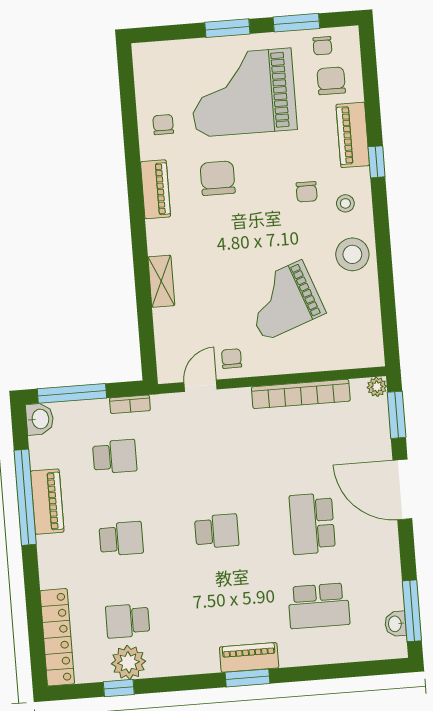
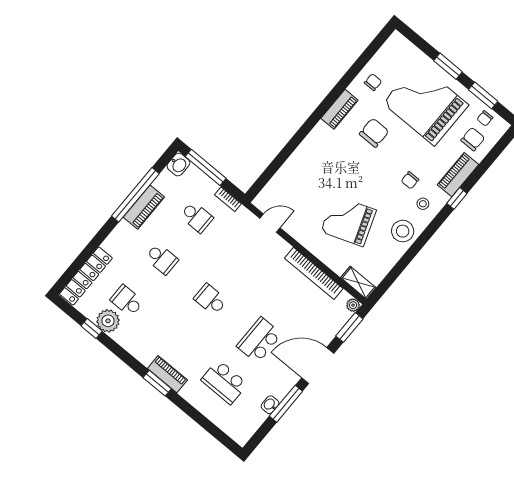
shelving: (161, 281) -> (358, 283), moved, turned 90
chair: (232, 358) -> (297, 225), removed
door: (402, 489) -> (318, 366), hinge flipped
school desk: (217, 531) -> (210, 299), turned 180
window: (412, 611) -> (286, 404), moved
washbasin: (395, 624) -> (270, 405), moved

